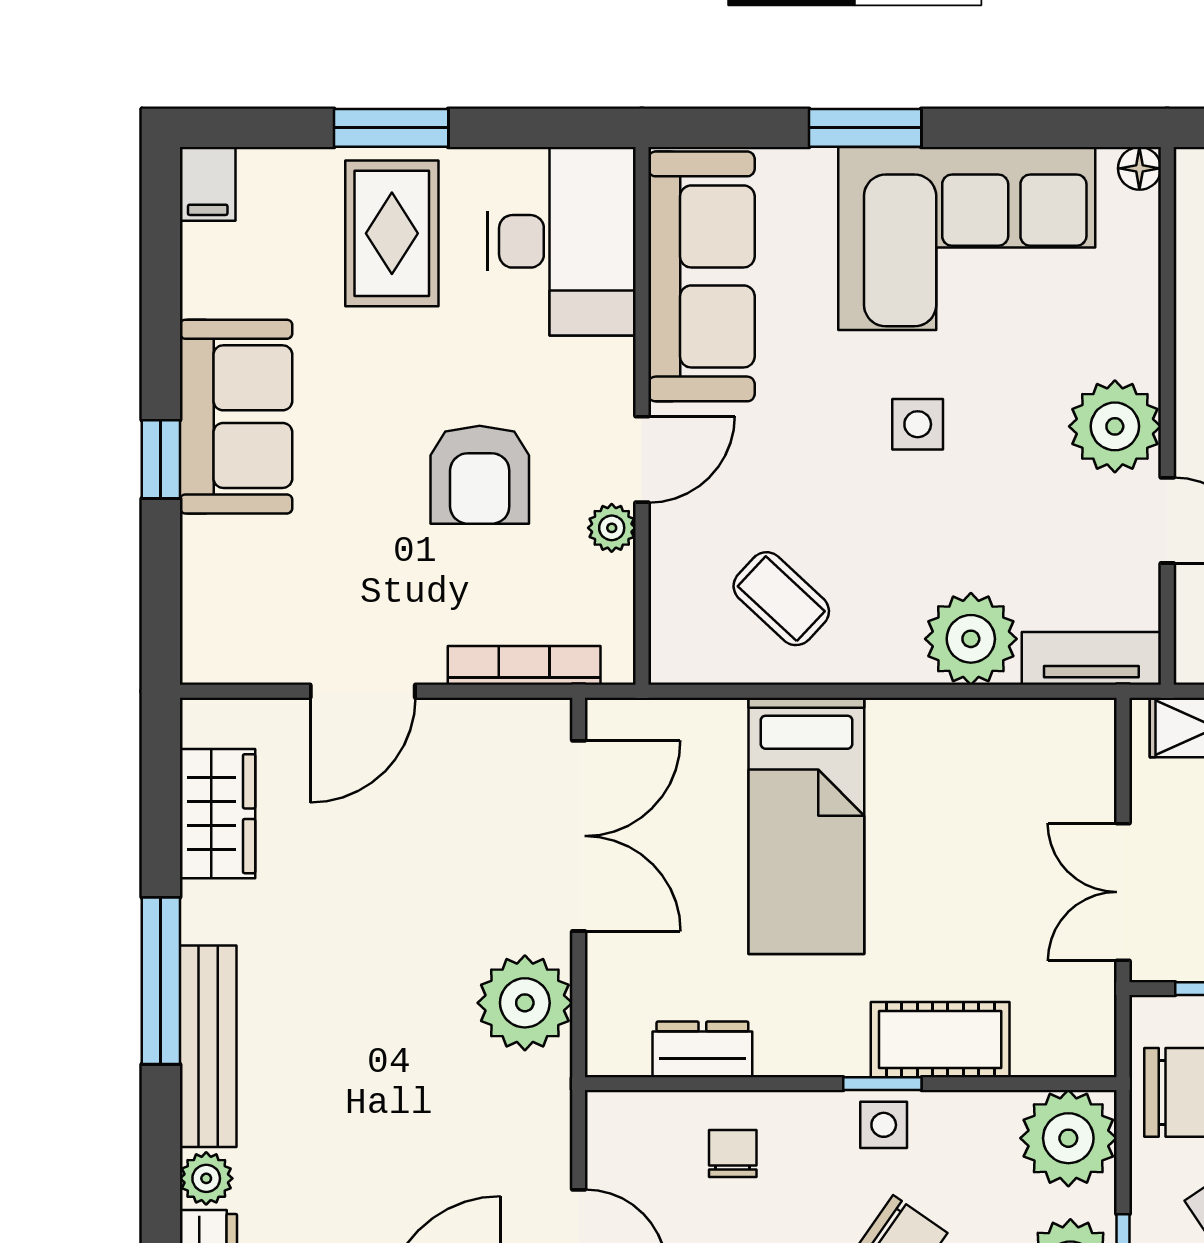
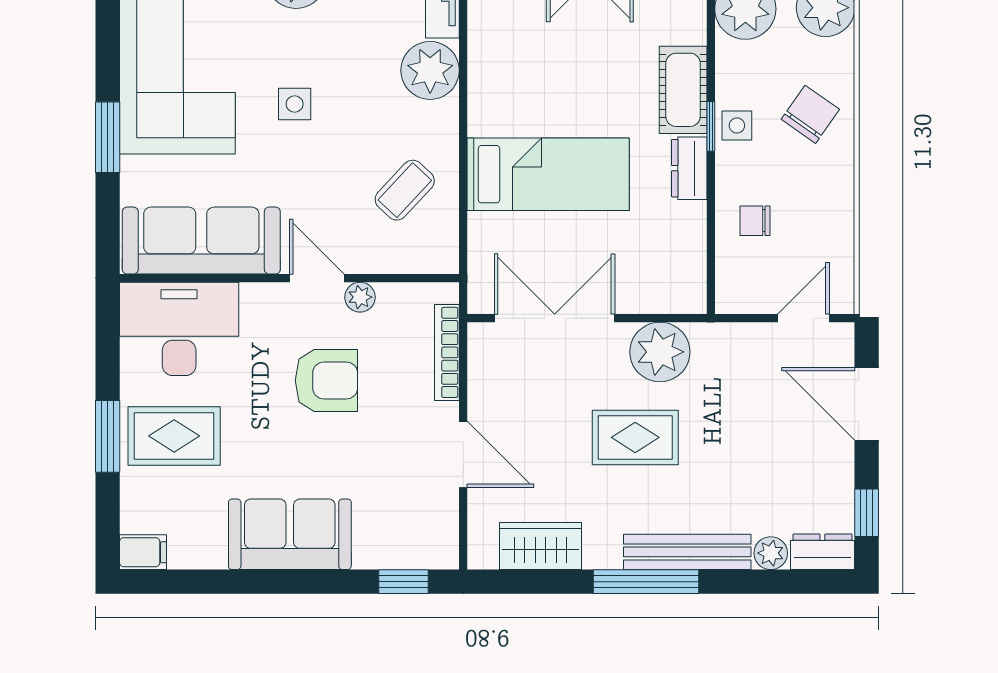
window: (161, 459) -> (403, 582), moved
rug: (389, 964) -> (635, 437), added
dresser: (702, 1049) -> (689, 168), moved

